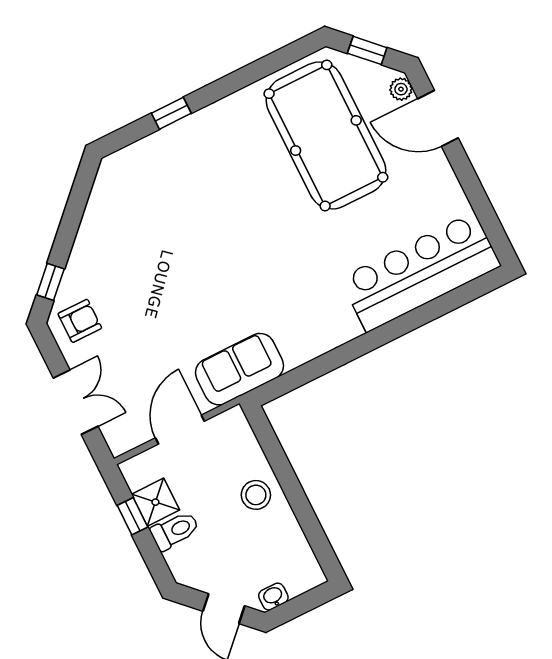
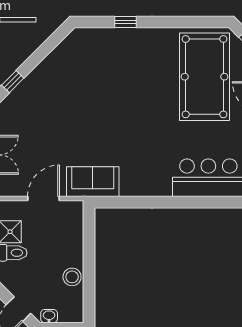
armchair: (80, 321) -> (18, 111), removed
stool: (256, 495) -> (72, 277), moved

